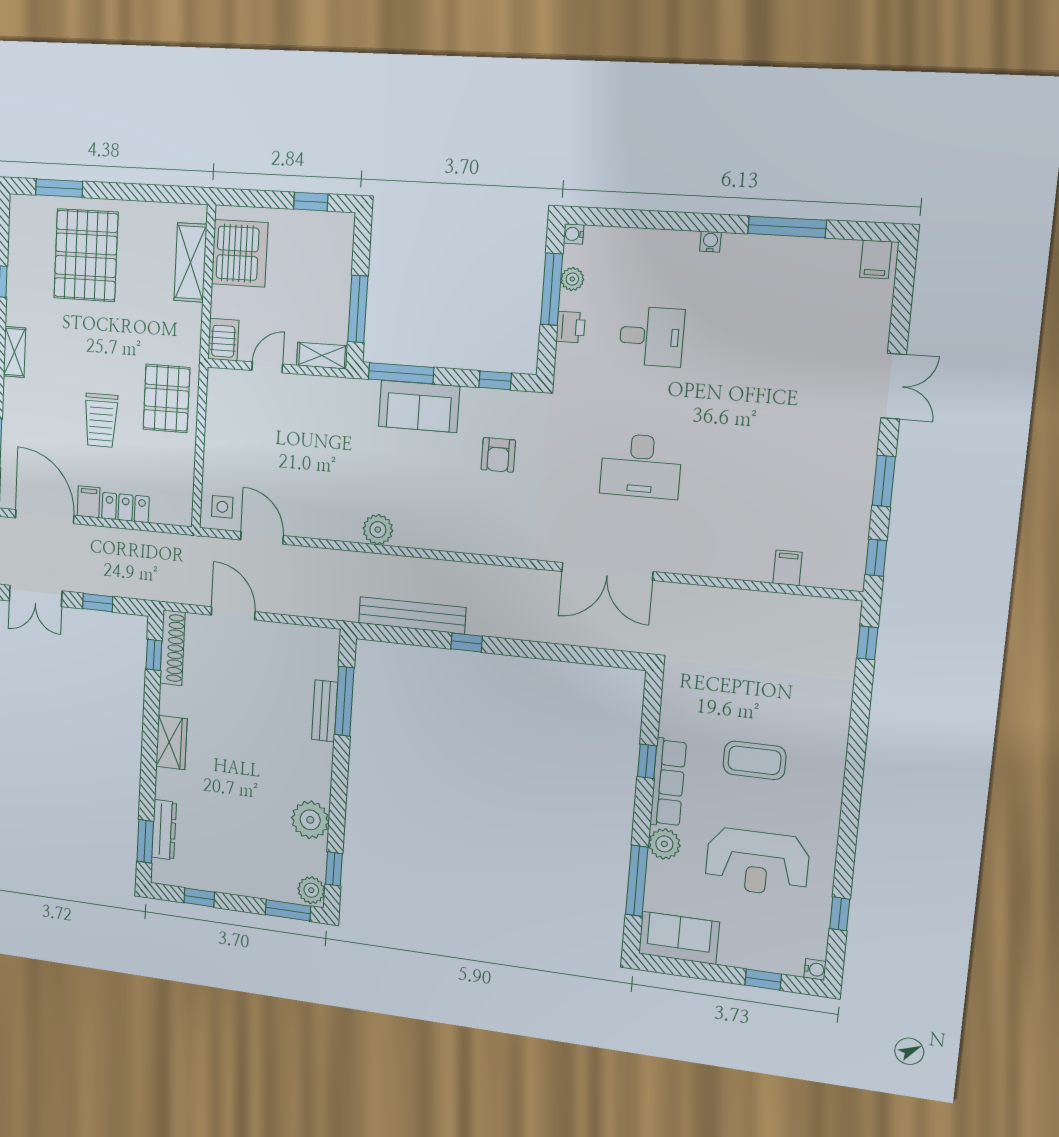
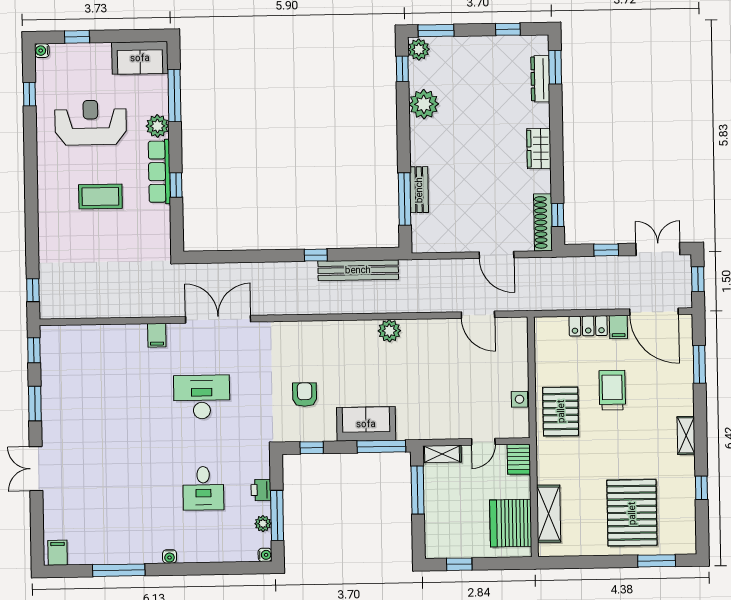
desk: (652, 336) -> (203, 488), turned -90
side table: (222, 507) -> (519, 399), moved
filing cabinet: (788, 568) -> (157, 335), moved

